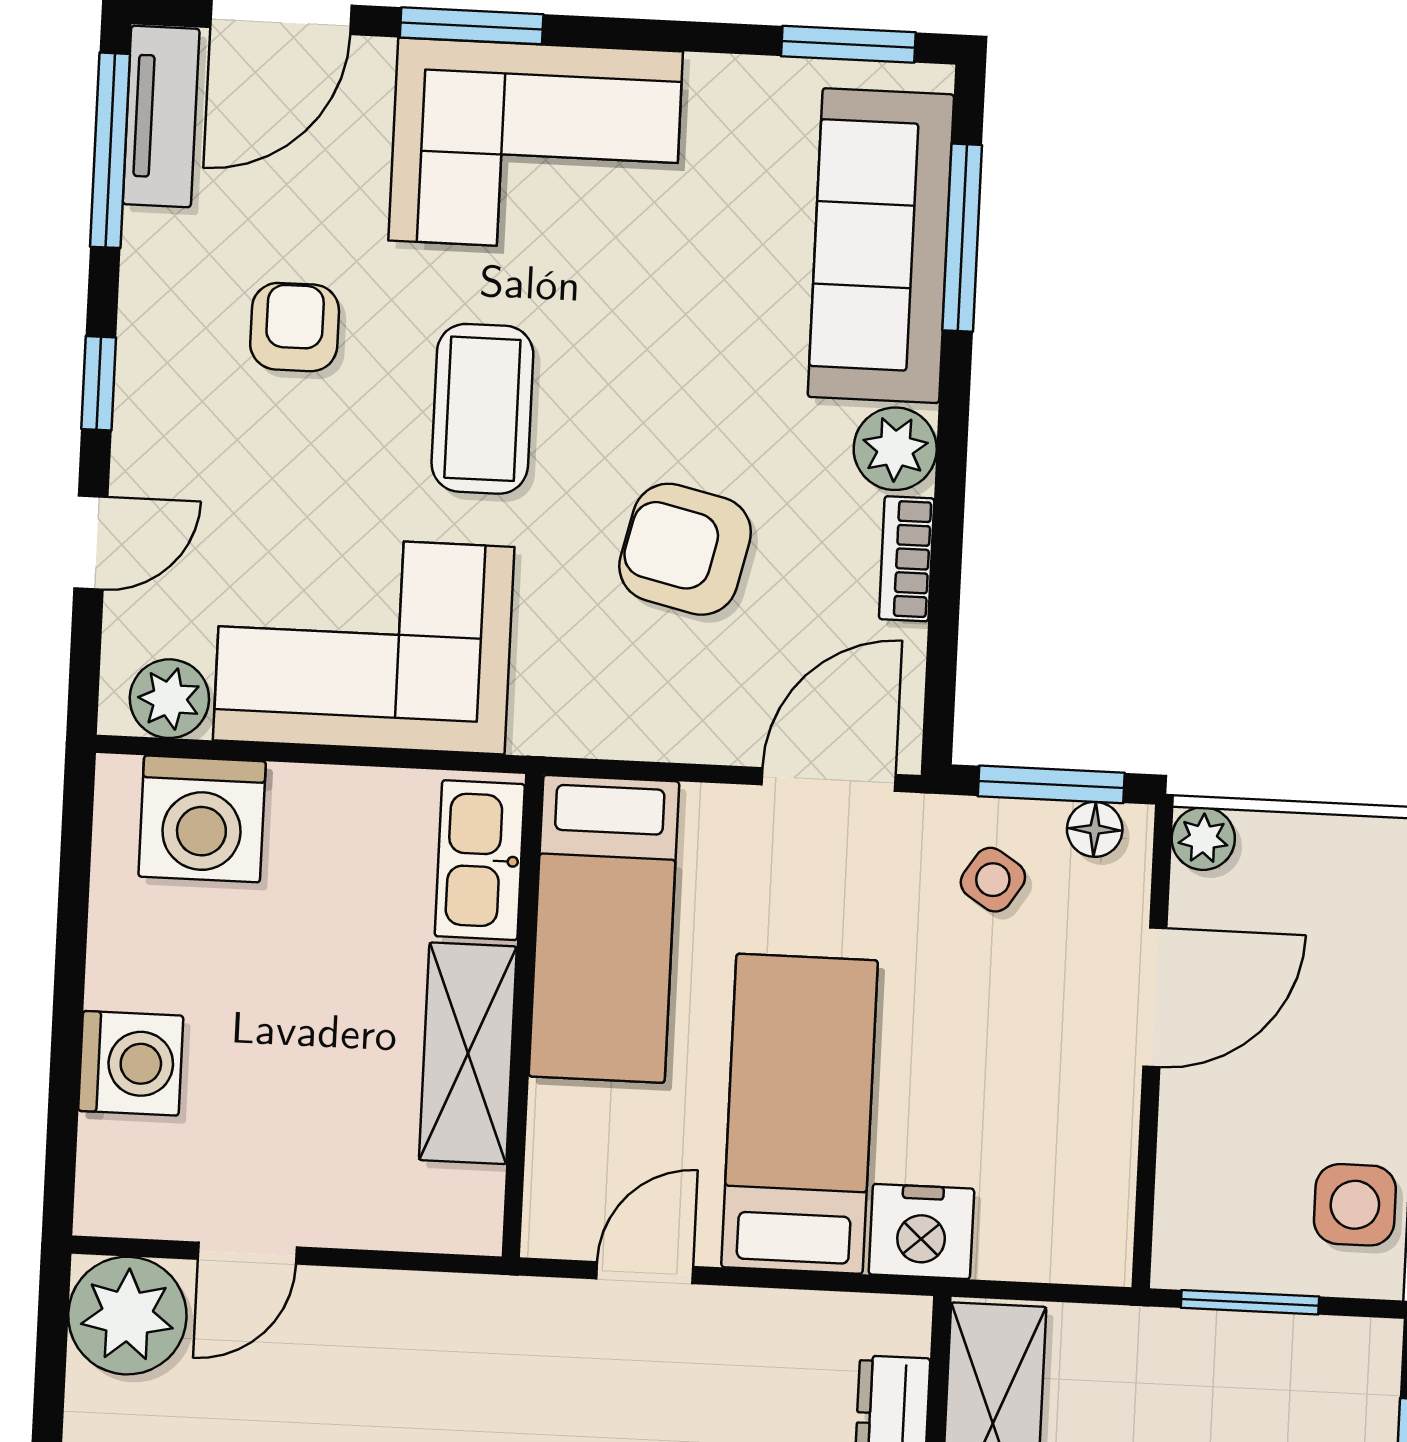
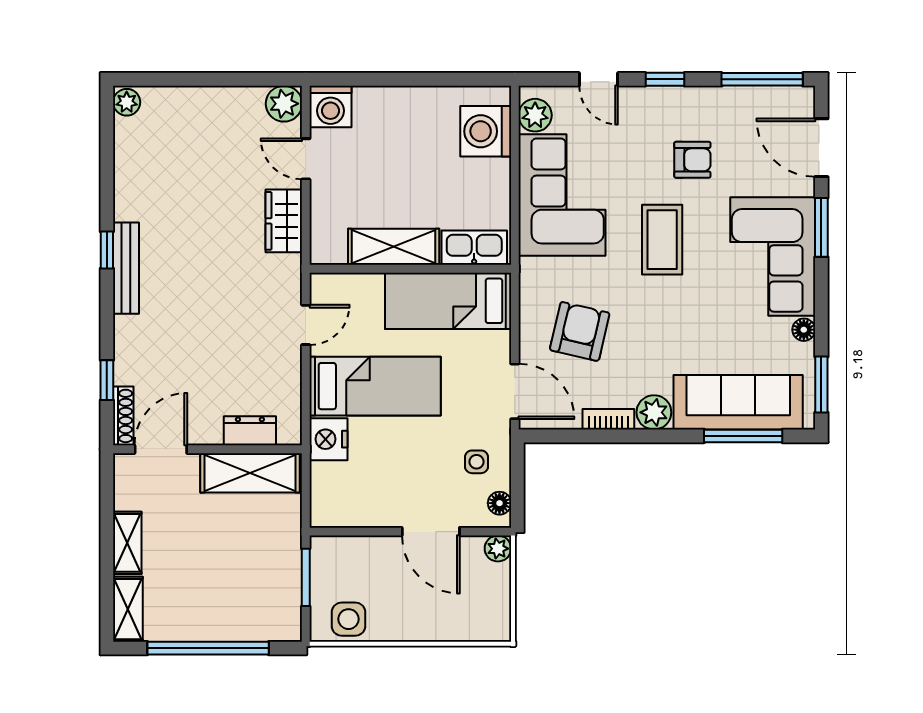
floor lamp: (715, 80) -> (804, 330), added
tv unit: (161, 116) -> (777, 100), removed
coffee table: (482, 409) -> (662, 240), turned 90
armchair: (685, 549) -> (580, 331), moved
window: (1051, 784) -> (517, 484), removed
side table: (993, 880) -> (476, 462), turned -33
washing machine: (131, 1063) -> (330, 107), moved
door: (645, 1273) -> (306, 325), hinge flipped
wardrobe: (393, 1313) -> (284, 221), added
plant: (127, 1316) -> (284, 104), width x0.73, depth x0.73

